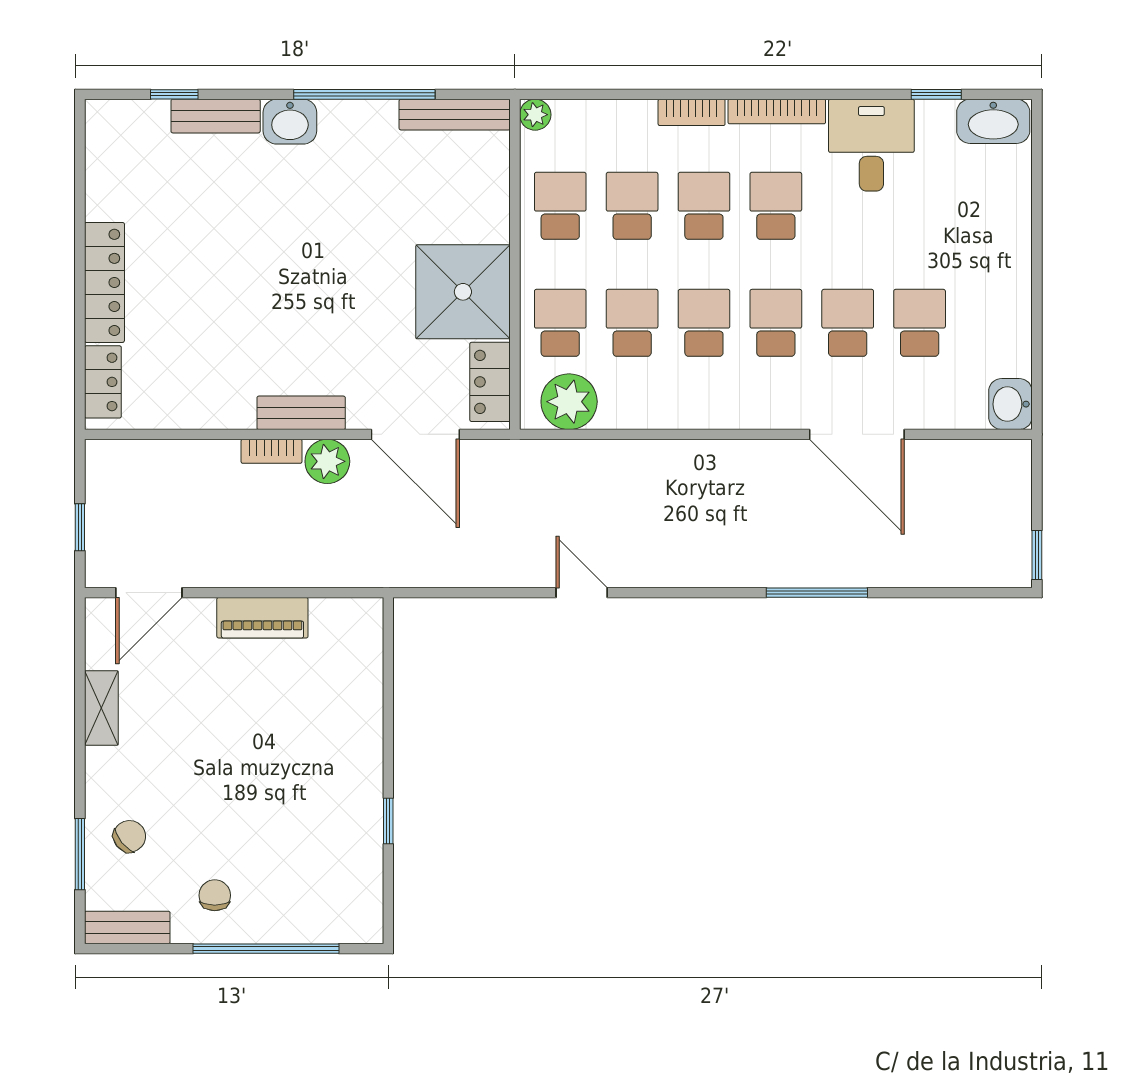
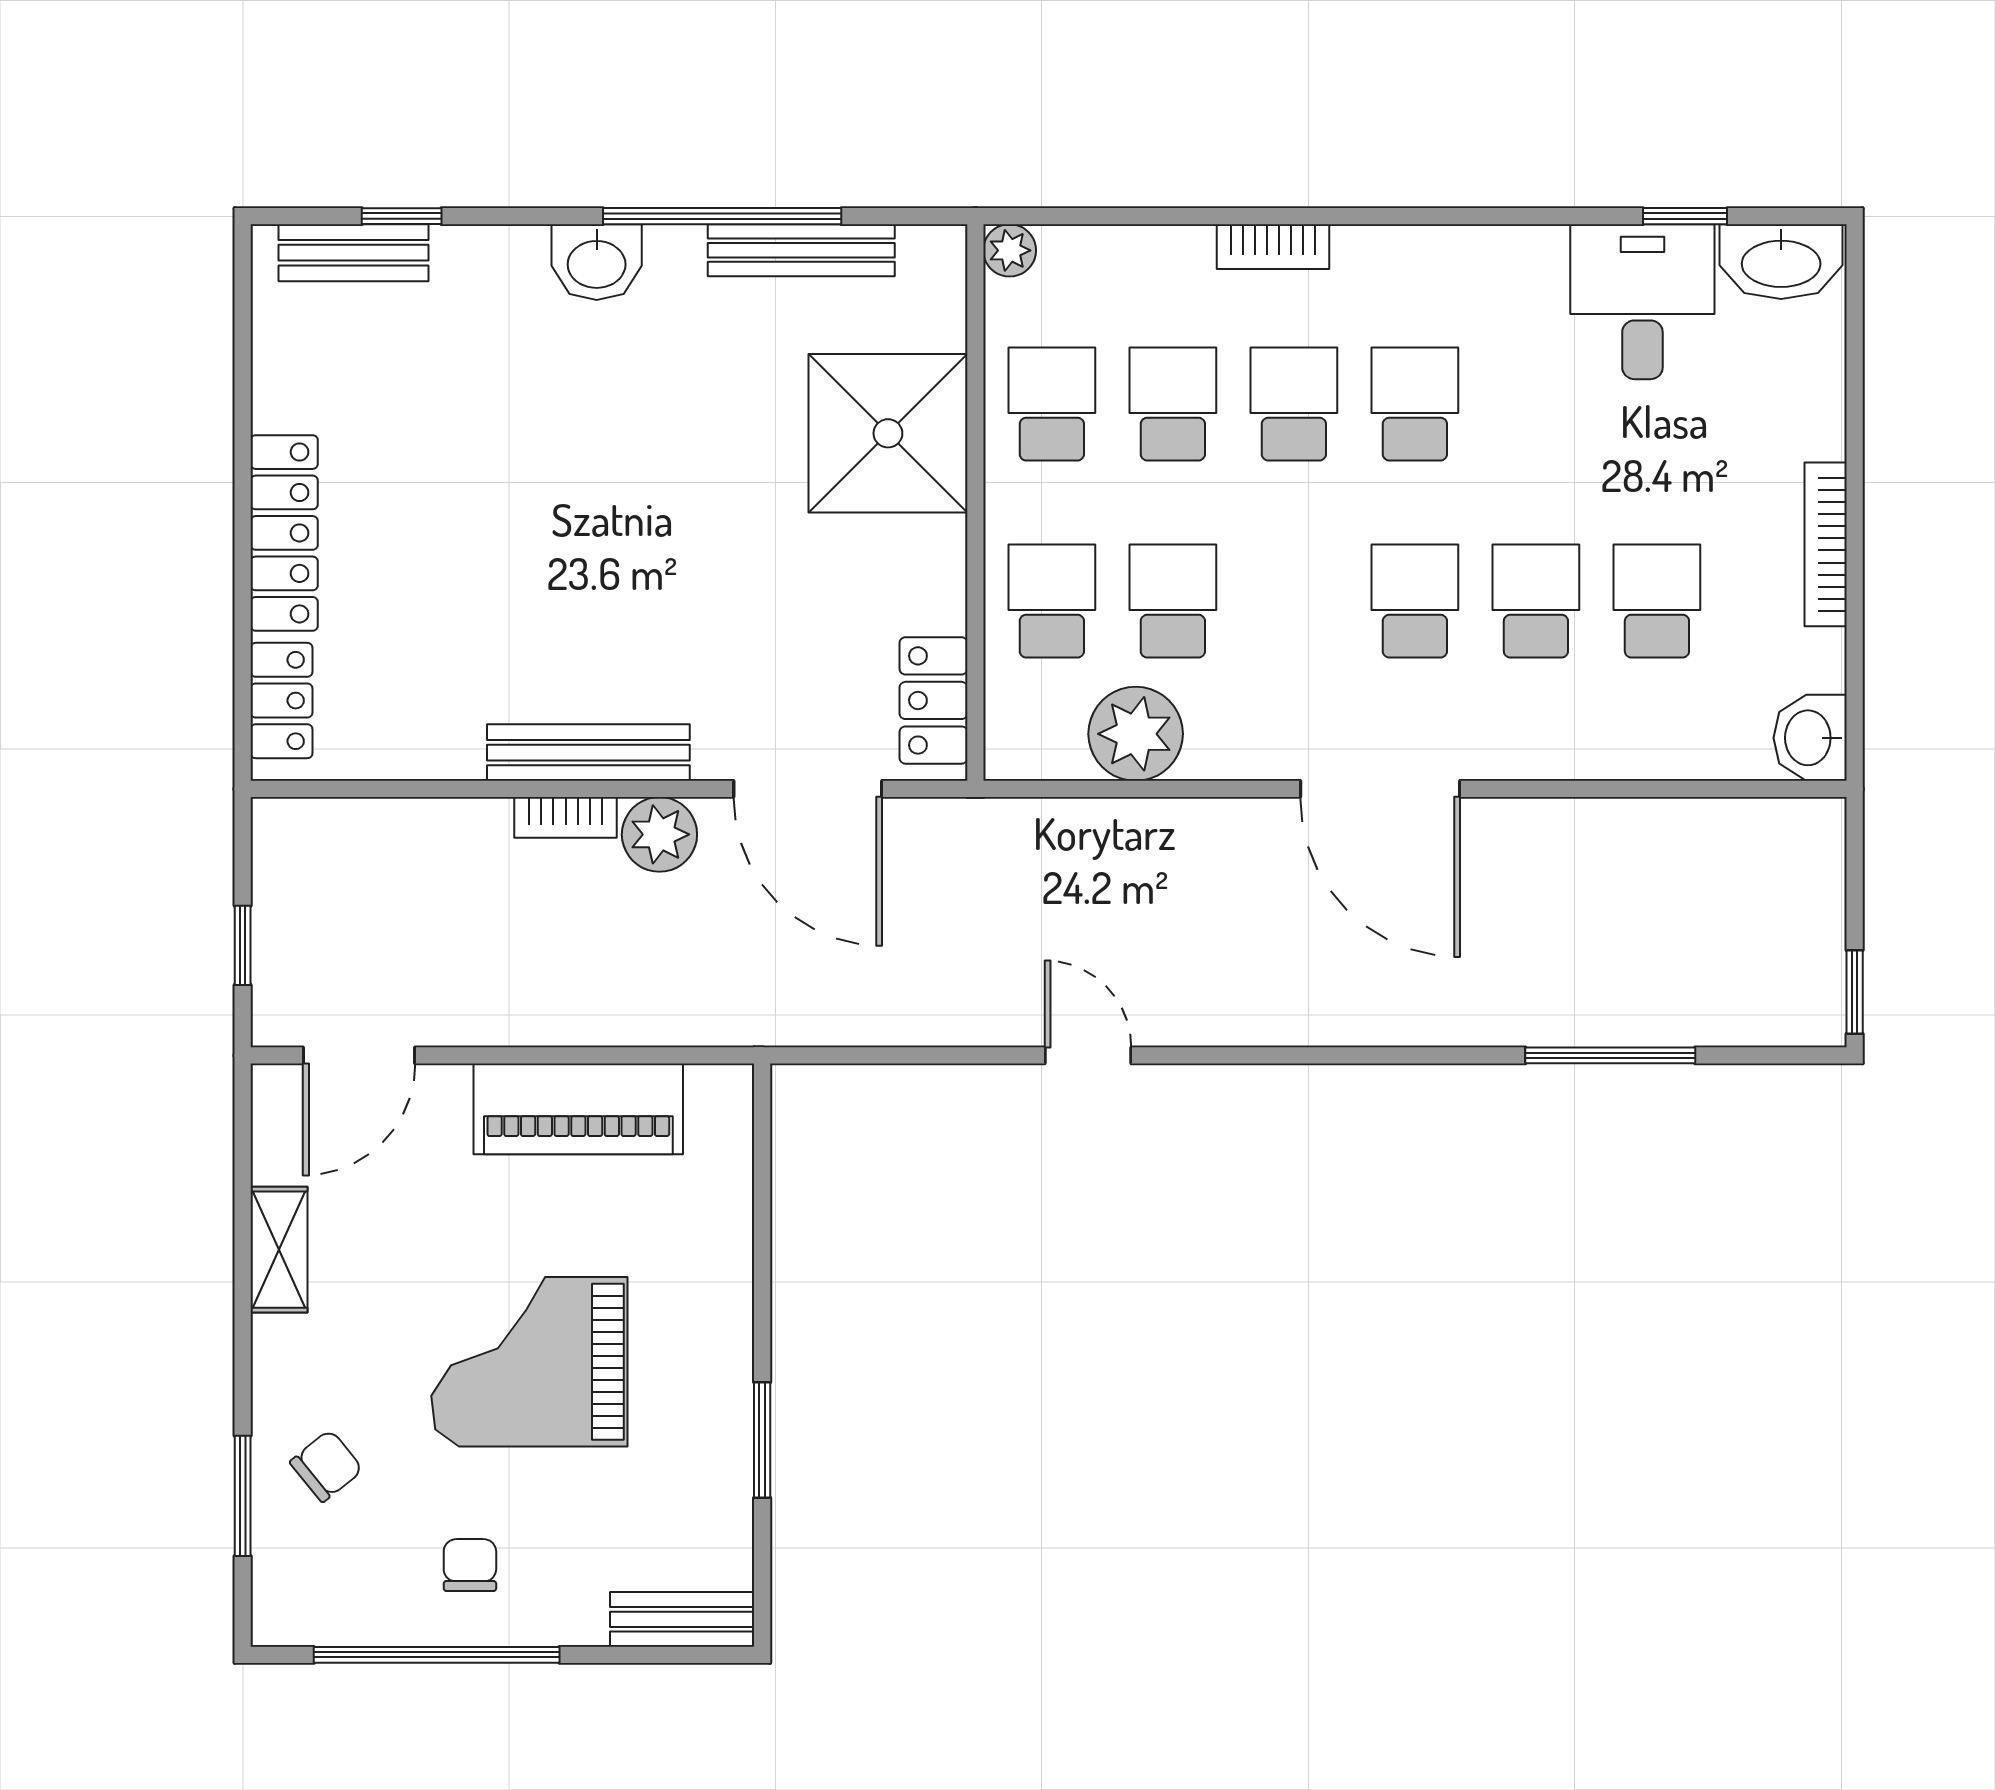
bookcase: (777, 111) -> (1826, 544), moved, turned 90
bench: (455, 115) -> (801, 250), moved
bench: (216, 116) -> (353, 253), moved
desk: (871, 145) -> (1642, 302), moved
shower: (463, 292) -> (888, 433), moved
school desk: (704, 323) -> (1294, 601), removed
plant: (569, 402) -> (1136, 734), moved
bench: (301, 413) -> (588, 753), width x1.36
door: (857, 434) -> (1380, 789), moved
window: (817, 593) -> (1610, 1055), moved
piano: (262, 618) -> (578, 1109), width x1.37, depth x1.33
grand piano: (250, 775) -> (529, 1362), added
window: (388, 821) -> (762, 1440), width x1.50
bench: (127, 927) -> (682, 1619), moved
window: (266, 949) -> (437, 1655), moved

